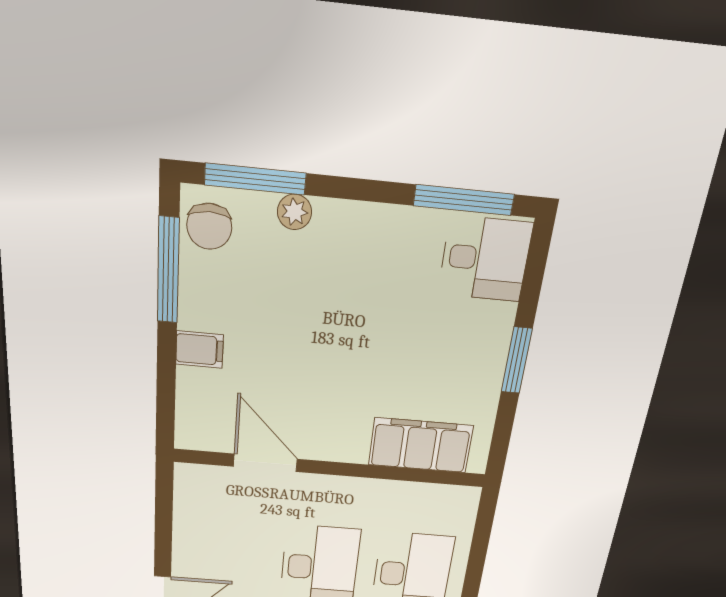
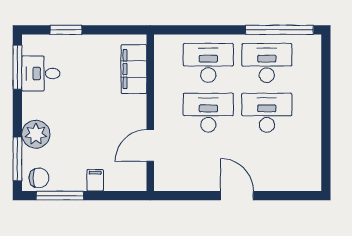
plant: (295, 212) -> (36, 134), width x1.87, depth x1.87
desk: (485, 259) -> (41, 74), moved, turned -90
window: (517, 360) -> (66, 30), moved

